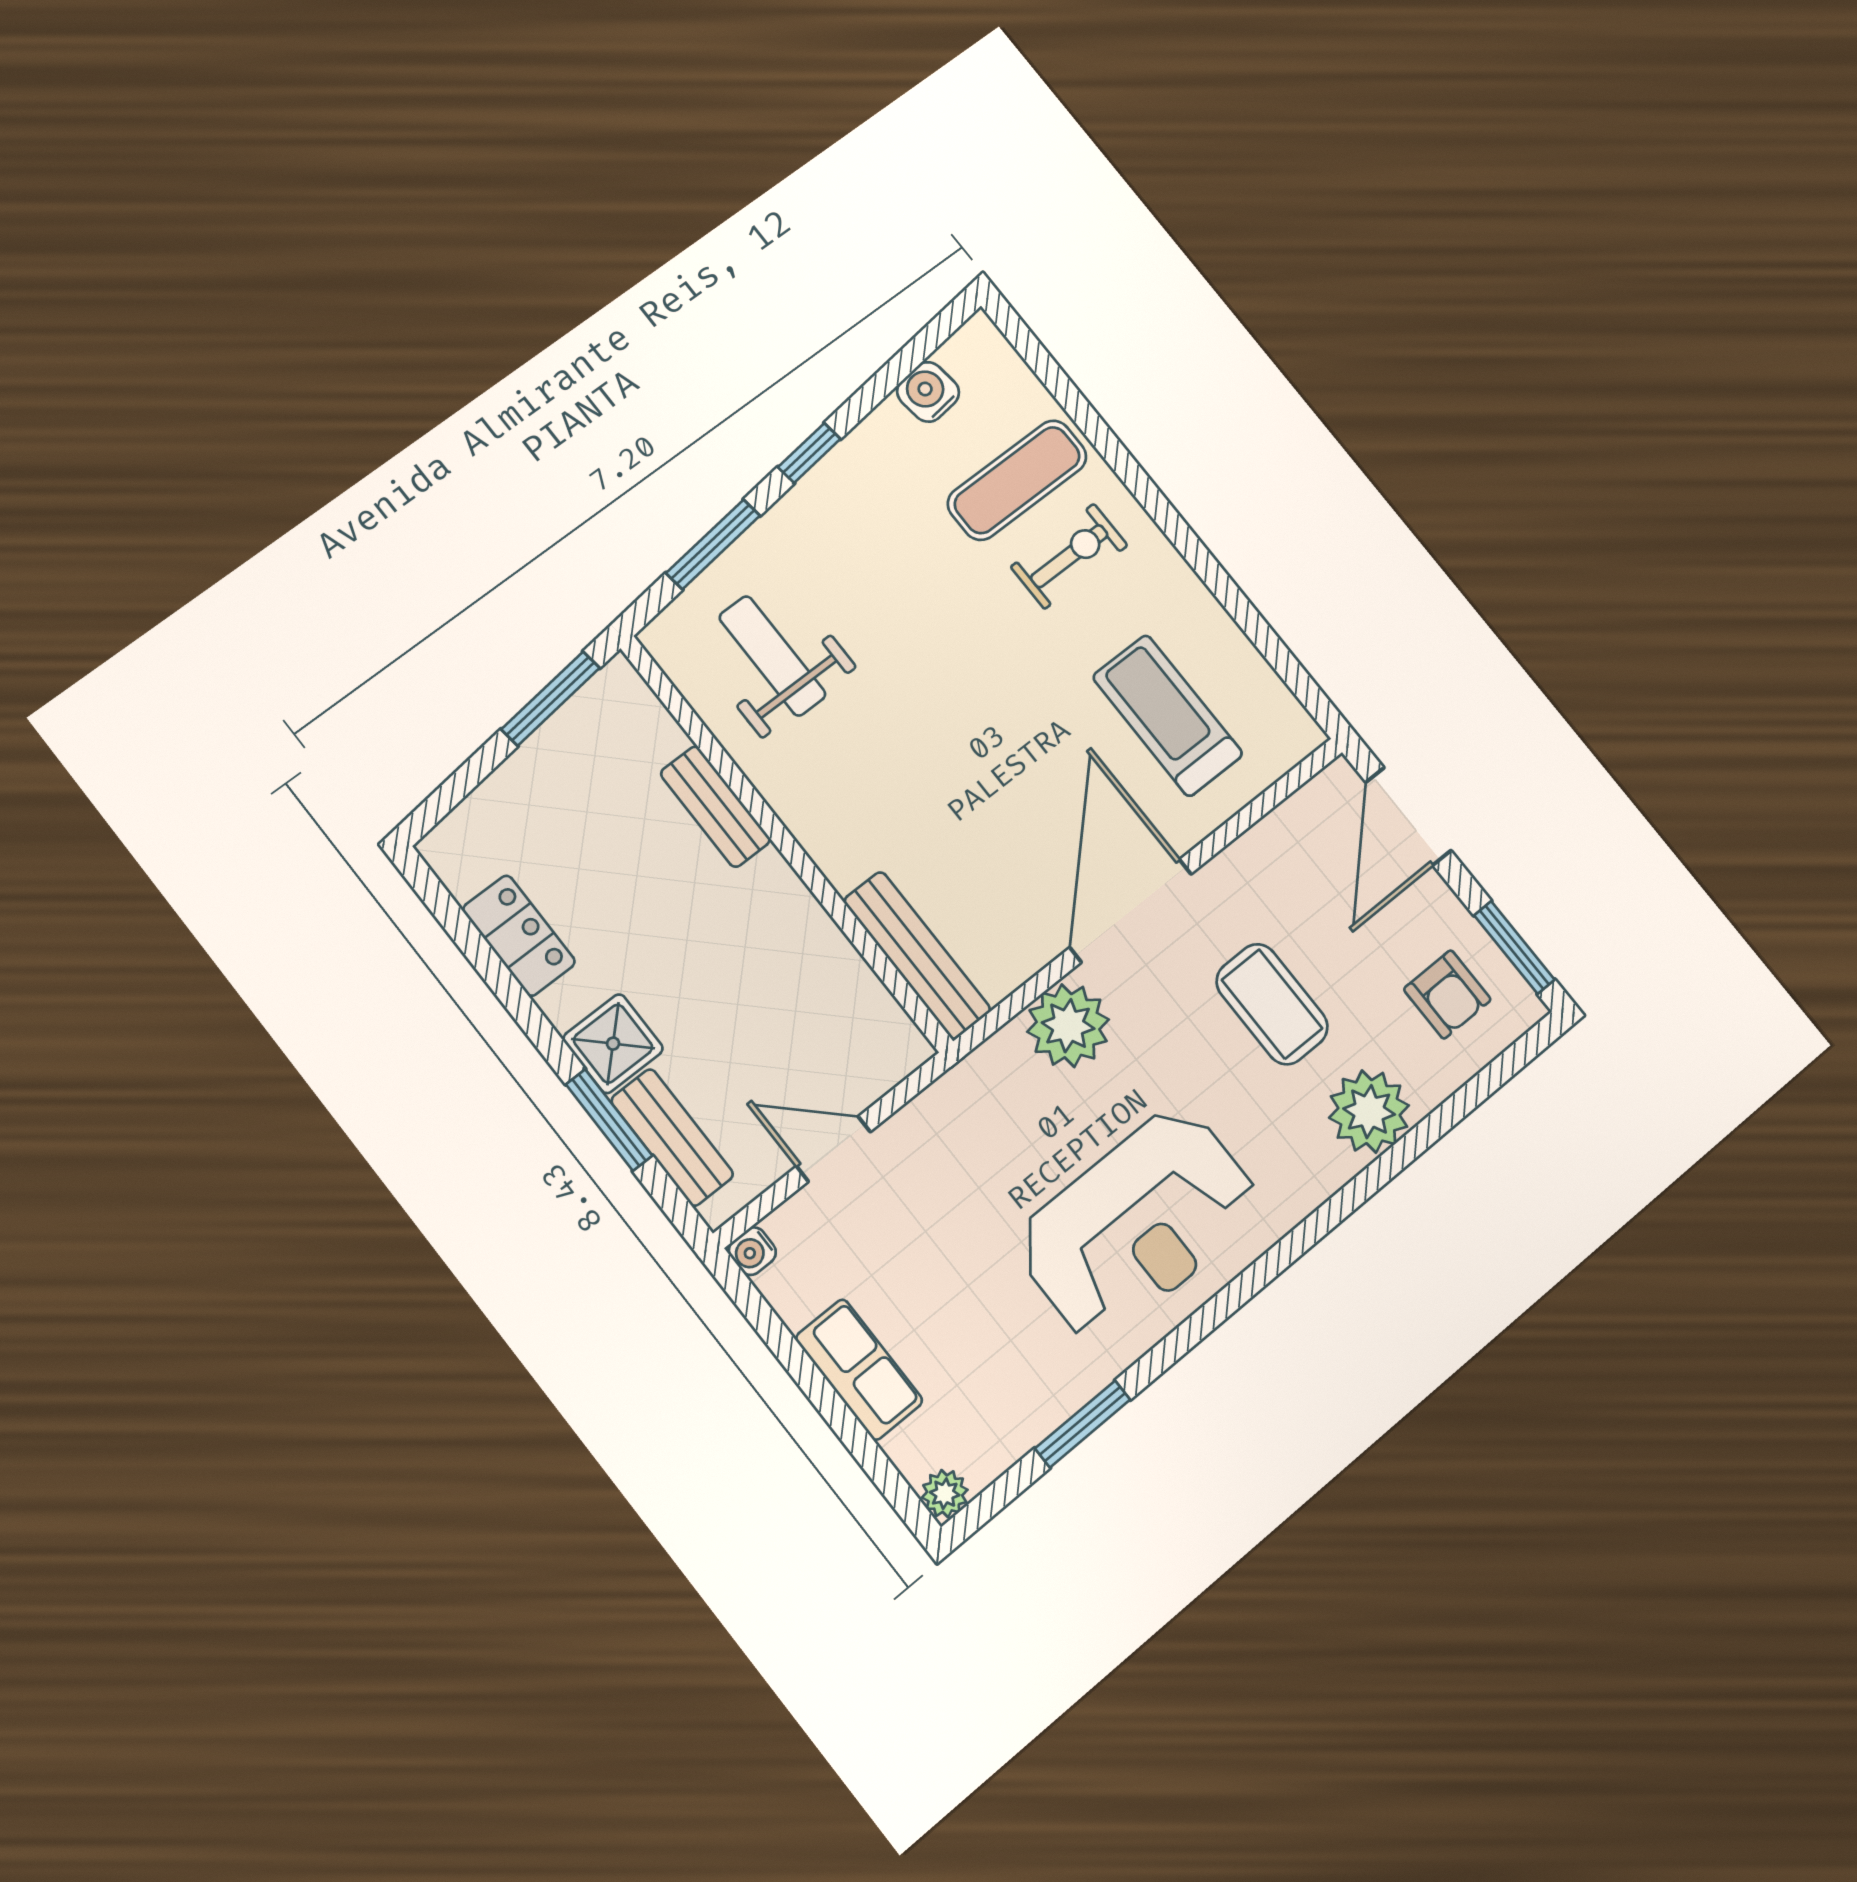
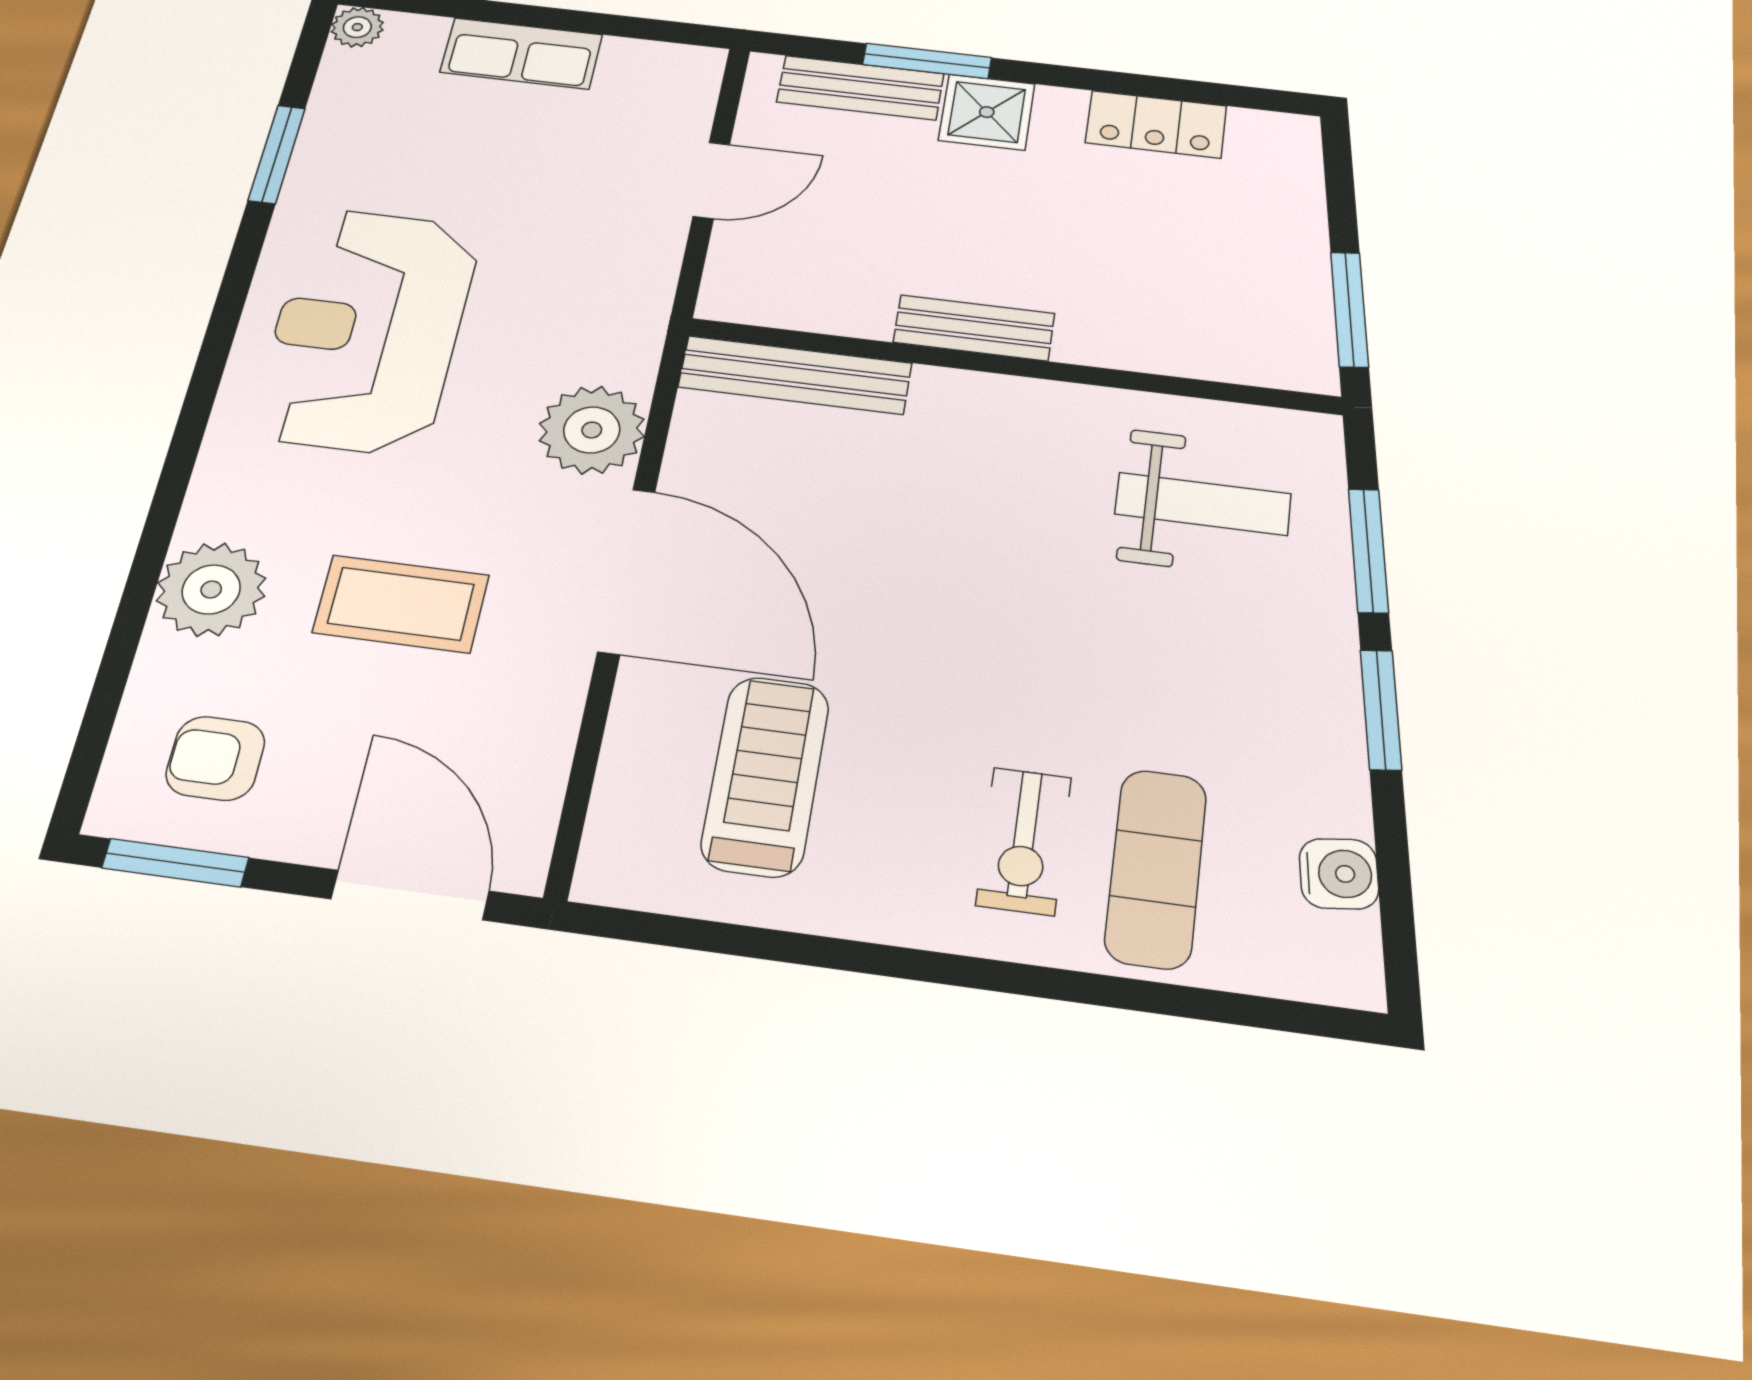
window: (809, 453) -> (1381, 710), width x1.50
treadmill: (1168, 715) -> (765, 776), turned -90
bench: (715, 807) -> (974, 328), moved
water cooler: (752, 1251) -> (703, 64), removed

